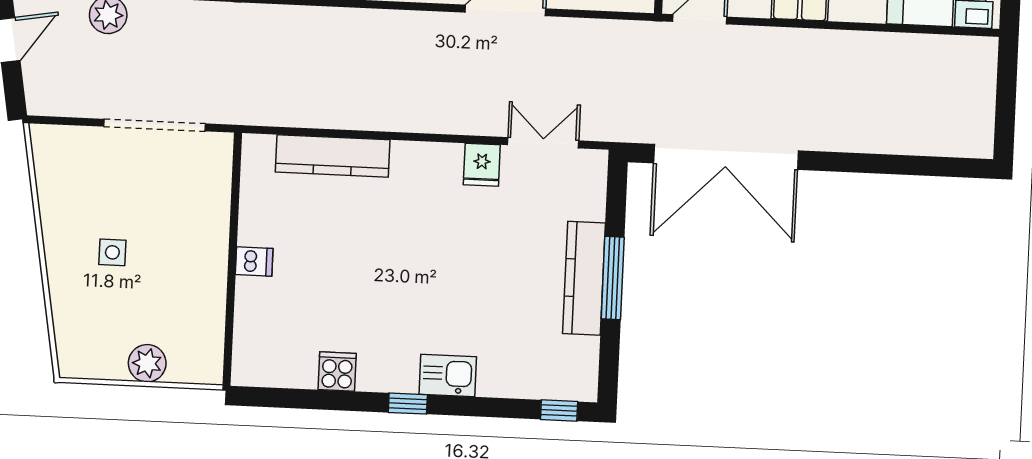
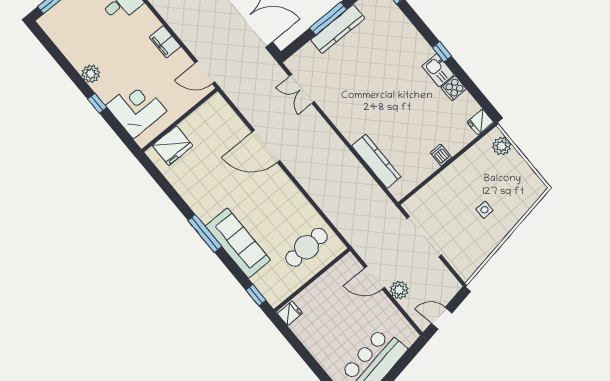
fridge: (482, 165) -> (480, 122), moved, turned 180
plant: (147, 363) -> (502, 146), moved
kitchen sink: (448, 375) -> (438, 70), moved

